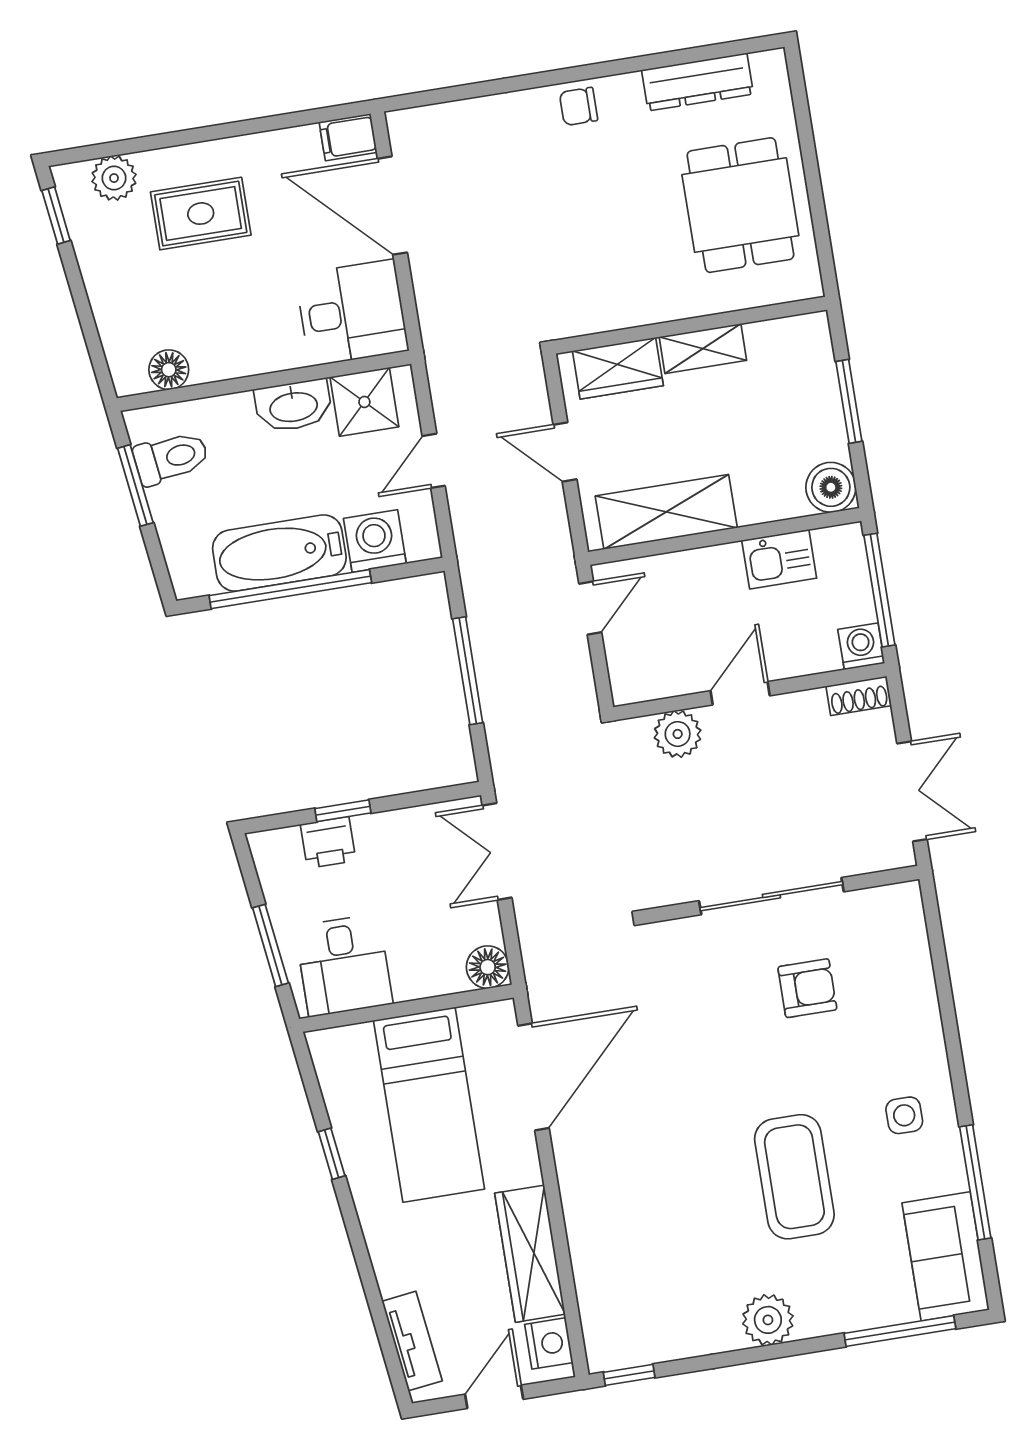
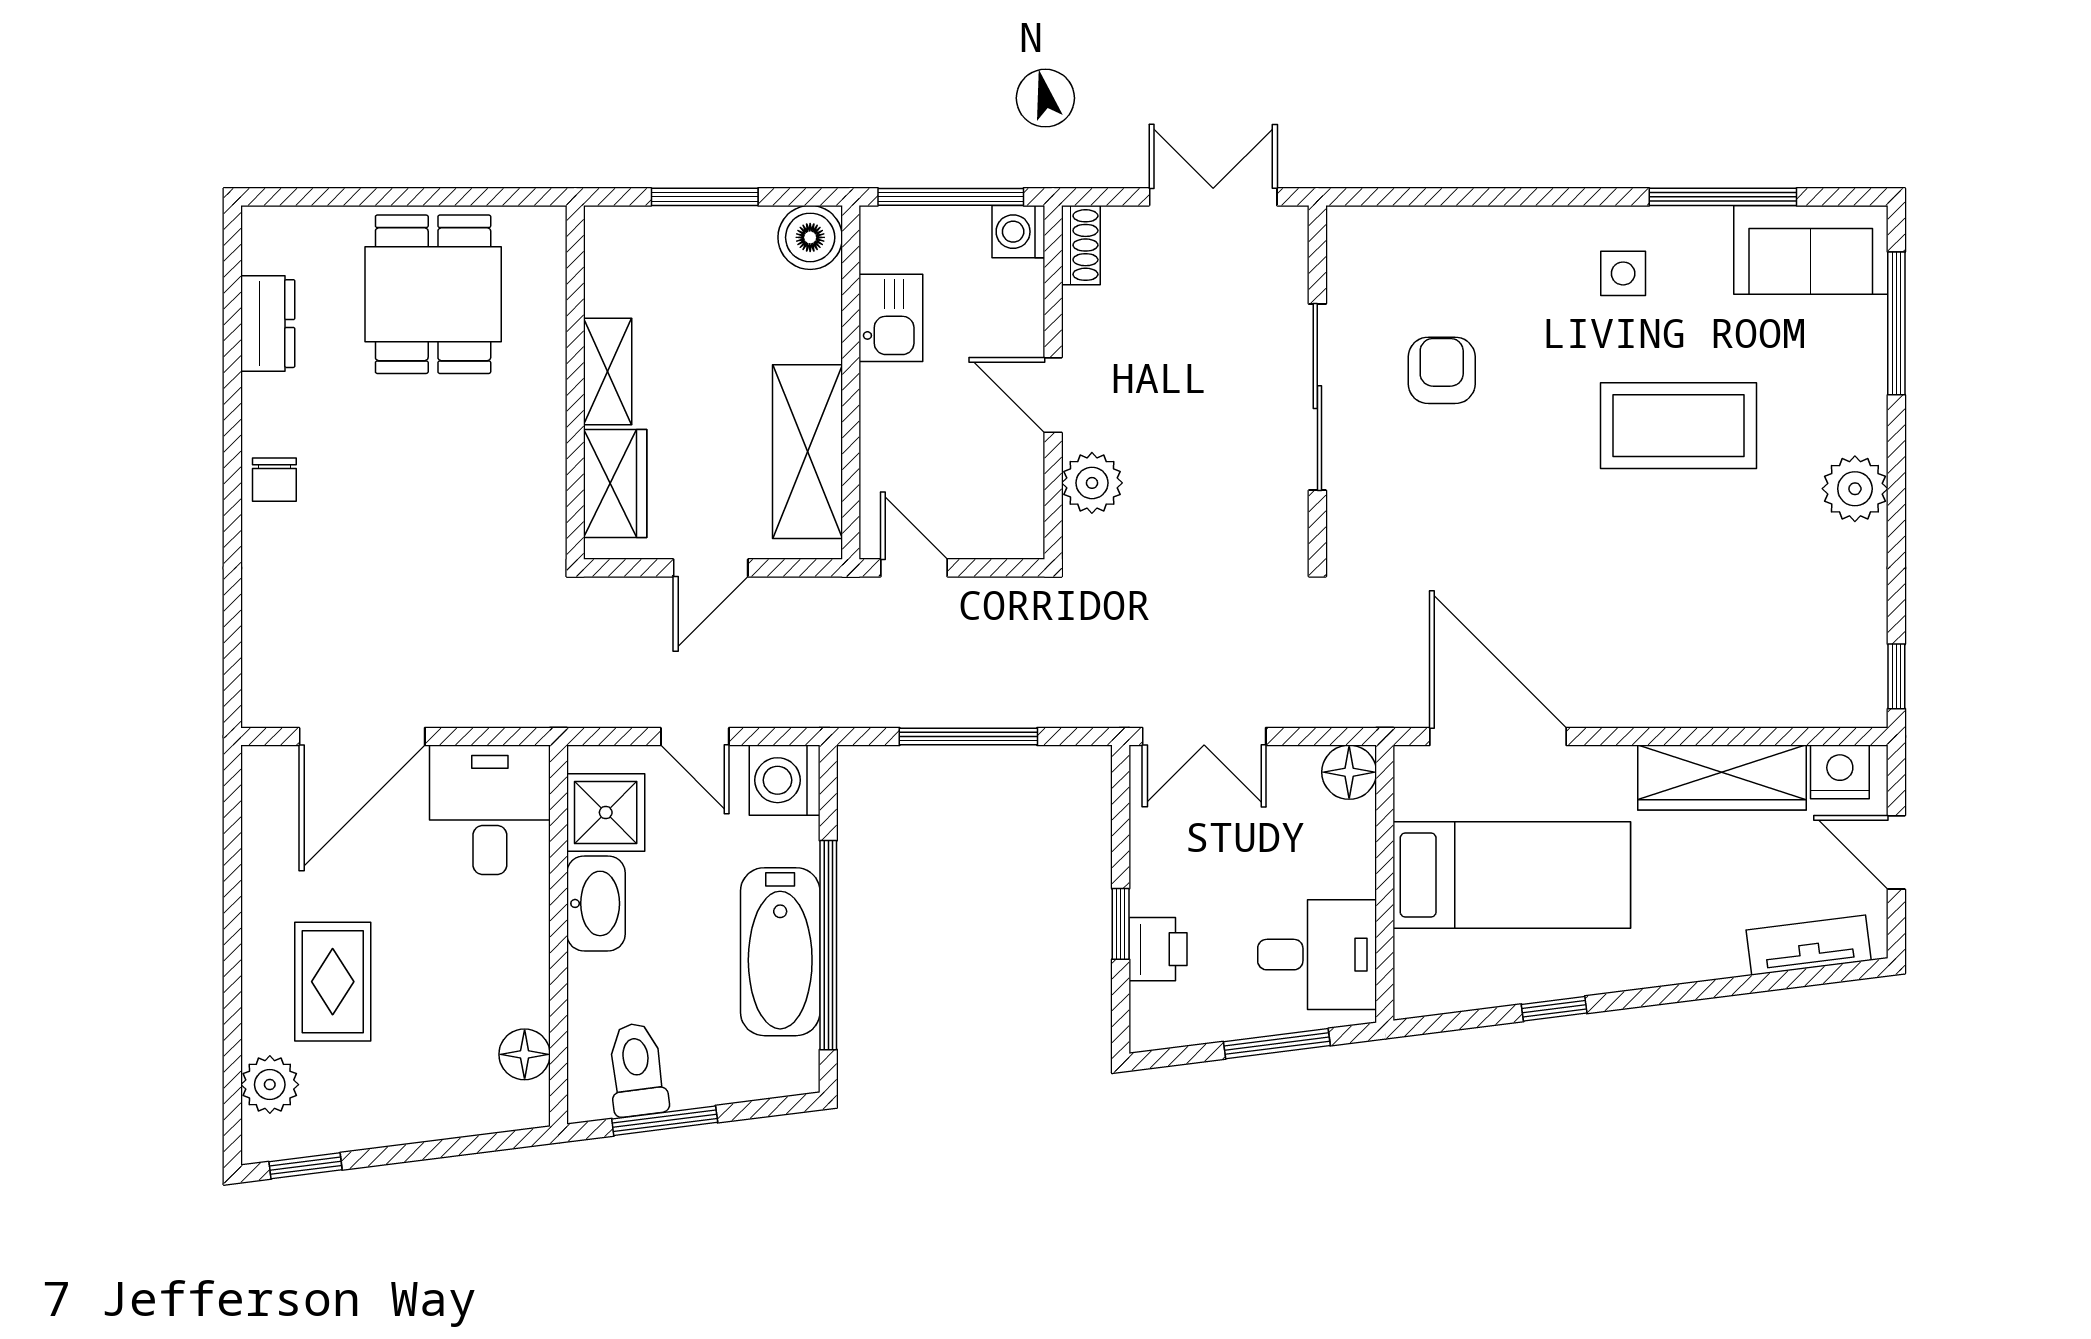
dresser: (697, 82) -> (268, 324), width x0.70
filing cabinet: (348, 137) -> (266, 779), removed
dining table: (740, 205) -> (433, 294), turned 90
washing machine: (375, 541) -> (785, 780), moved

